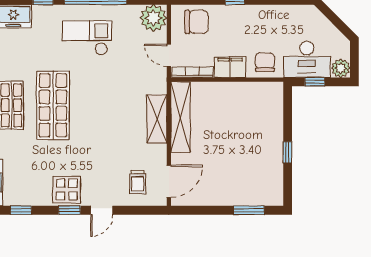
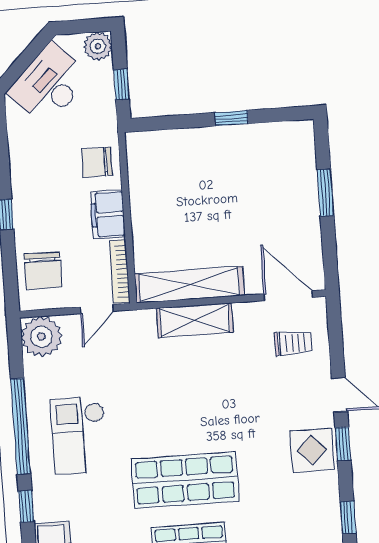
chair: (196, 22) -> (43, 271), turned 180
desk: (307, 59) -> (49, 84), moved, turned -135
window: (249, 210) -> (325, 193), moved

